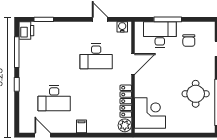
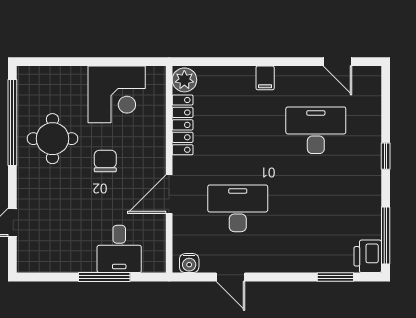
desk: (160, 34) -> (119, 249), width x0.73
chair: (189, 41) -> (105, 161), moved
window: (17, 52) -> (386, 236), moved
corner desk: (150, 113) -> (117, 94), moved, turned -90

